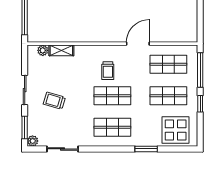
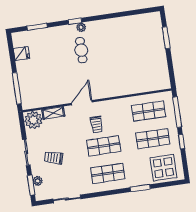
door: (138, 44) -> (82, 103), moved
plant: (43, 50) -> (33, 120), width x1.87, depth x1.87
plant: (33, 141) -> (38, 181), moved

